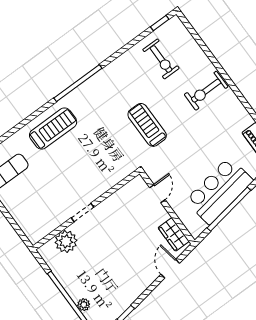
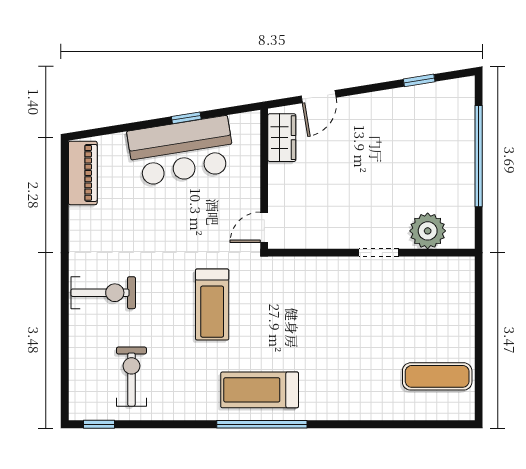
treadmill: (53, 129) -> (260, 390), moved
door: (157, 194) -> (264, 227), moved
window: (229, 209) -> (186, 118), width x0.32
plant: (84, 305) -> (465, 132), removed

